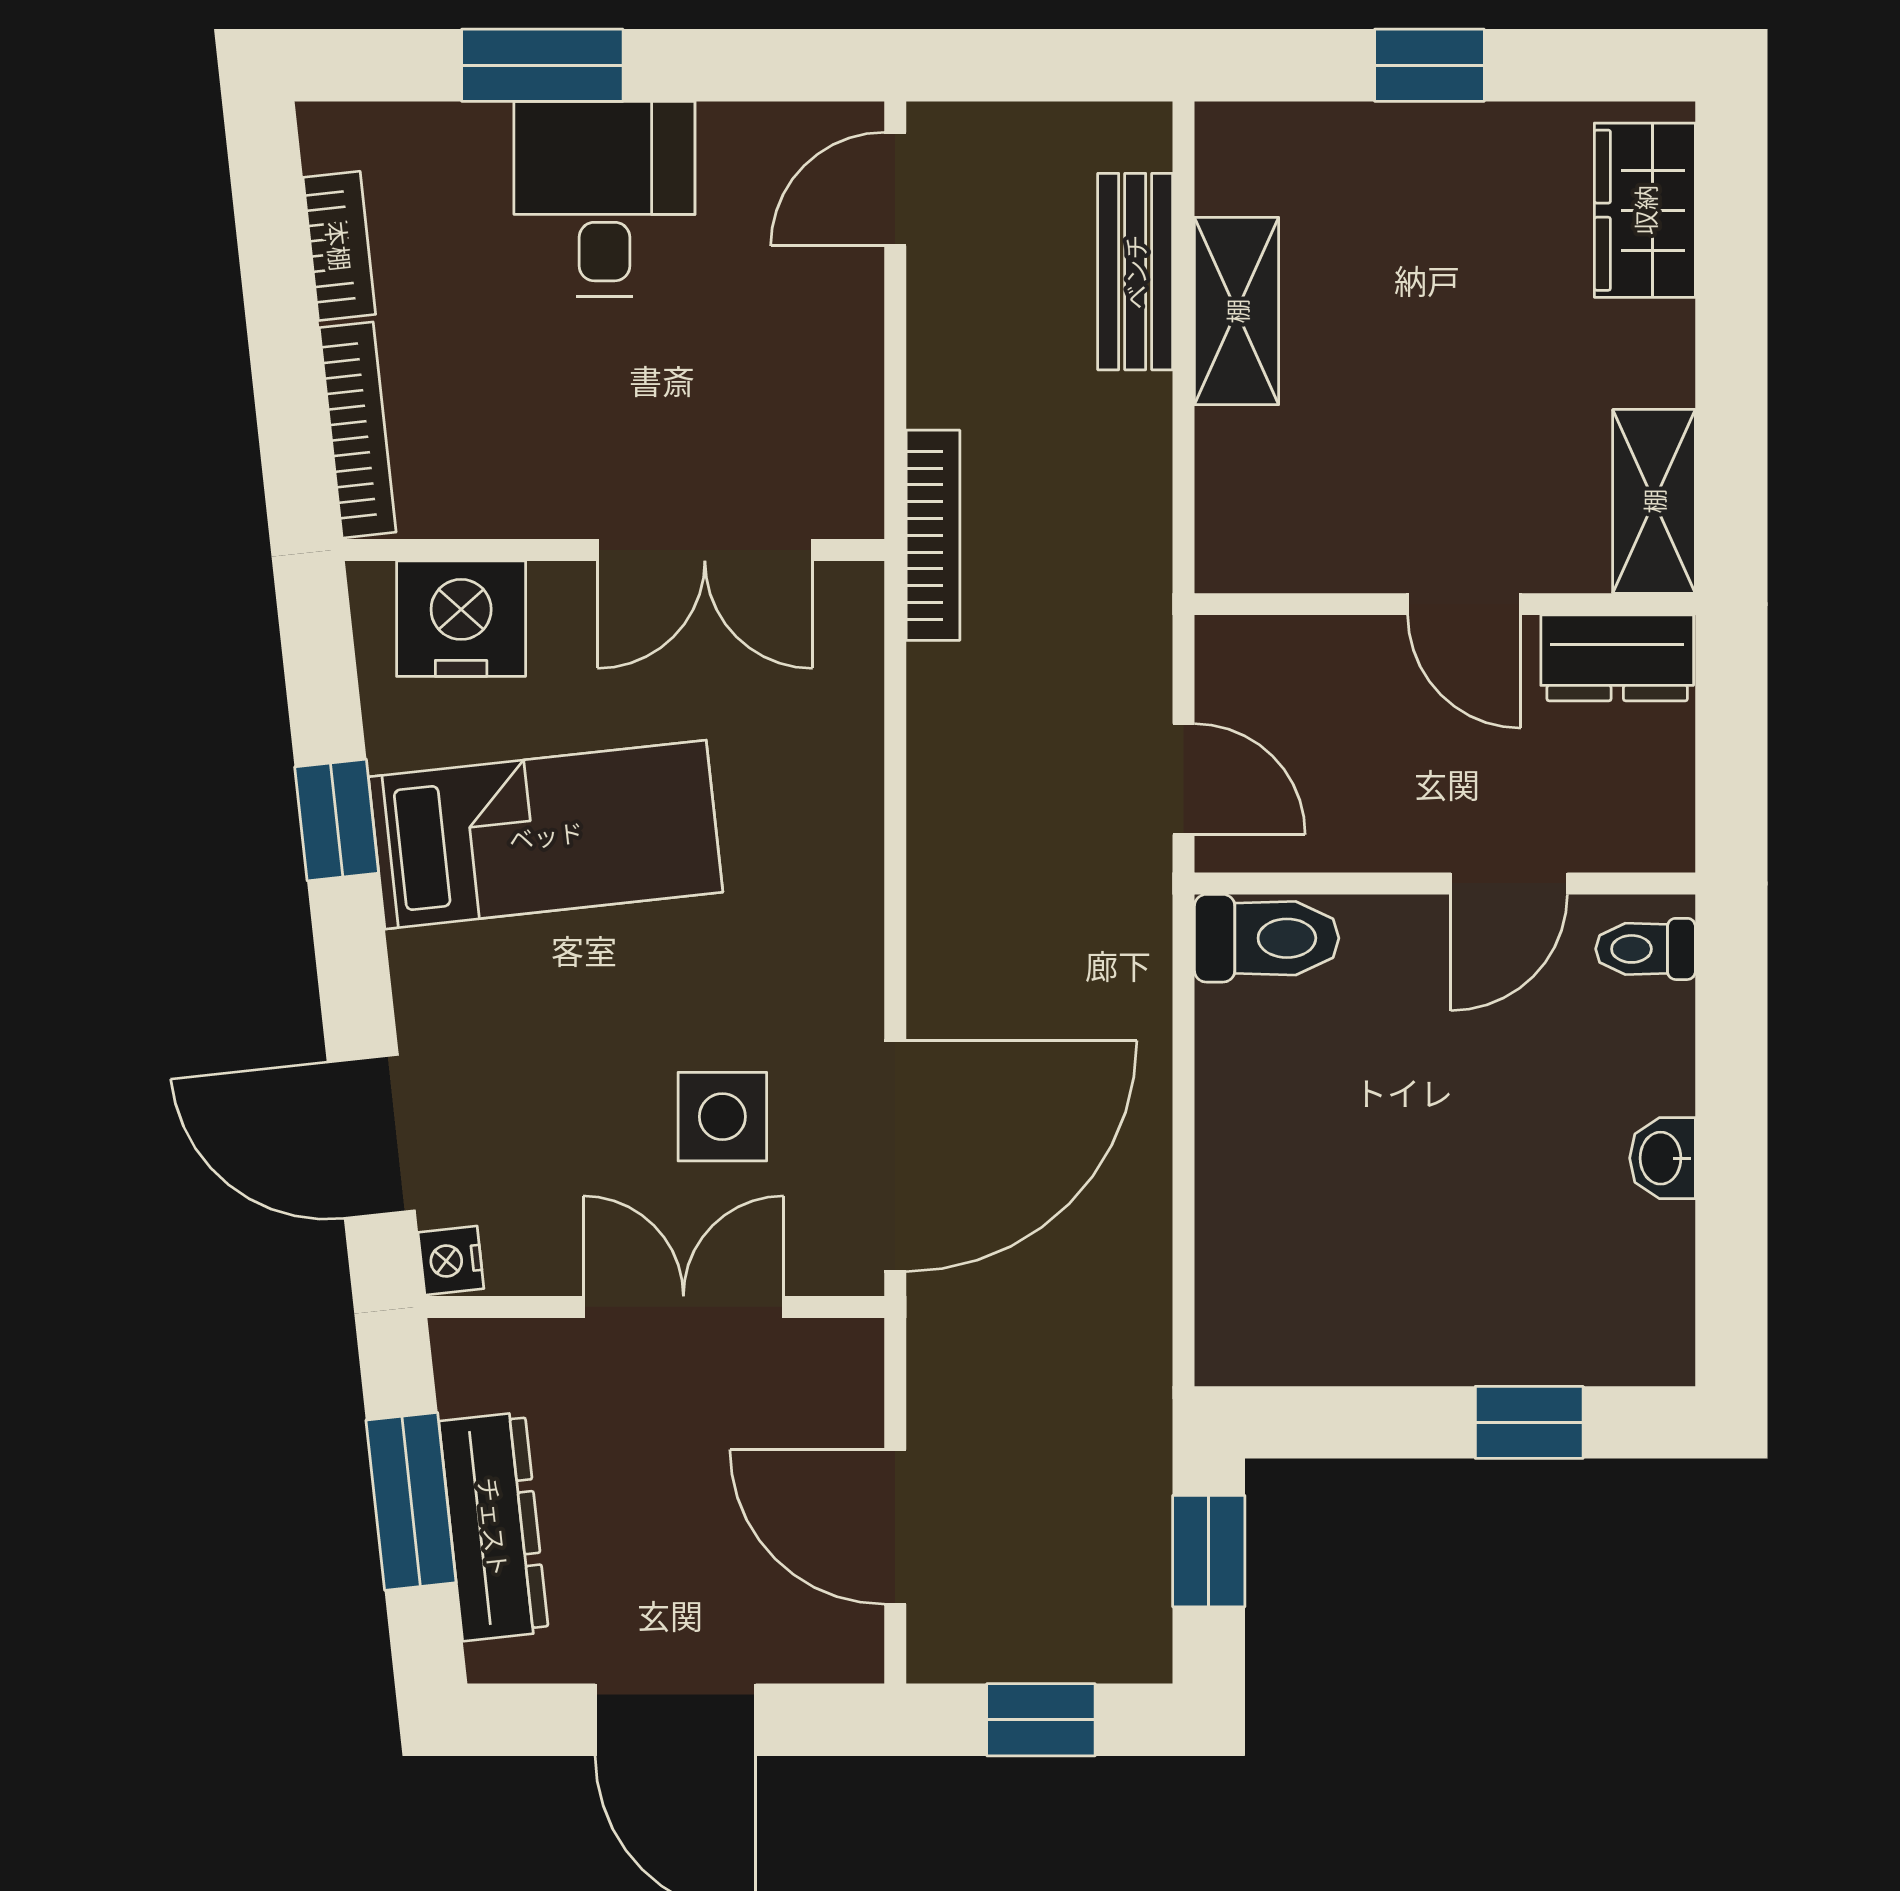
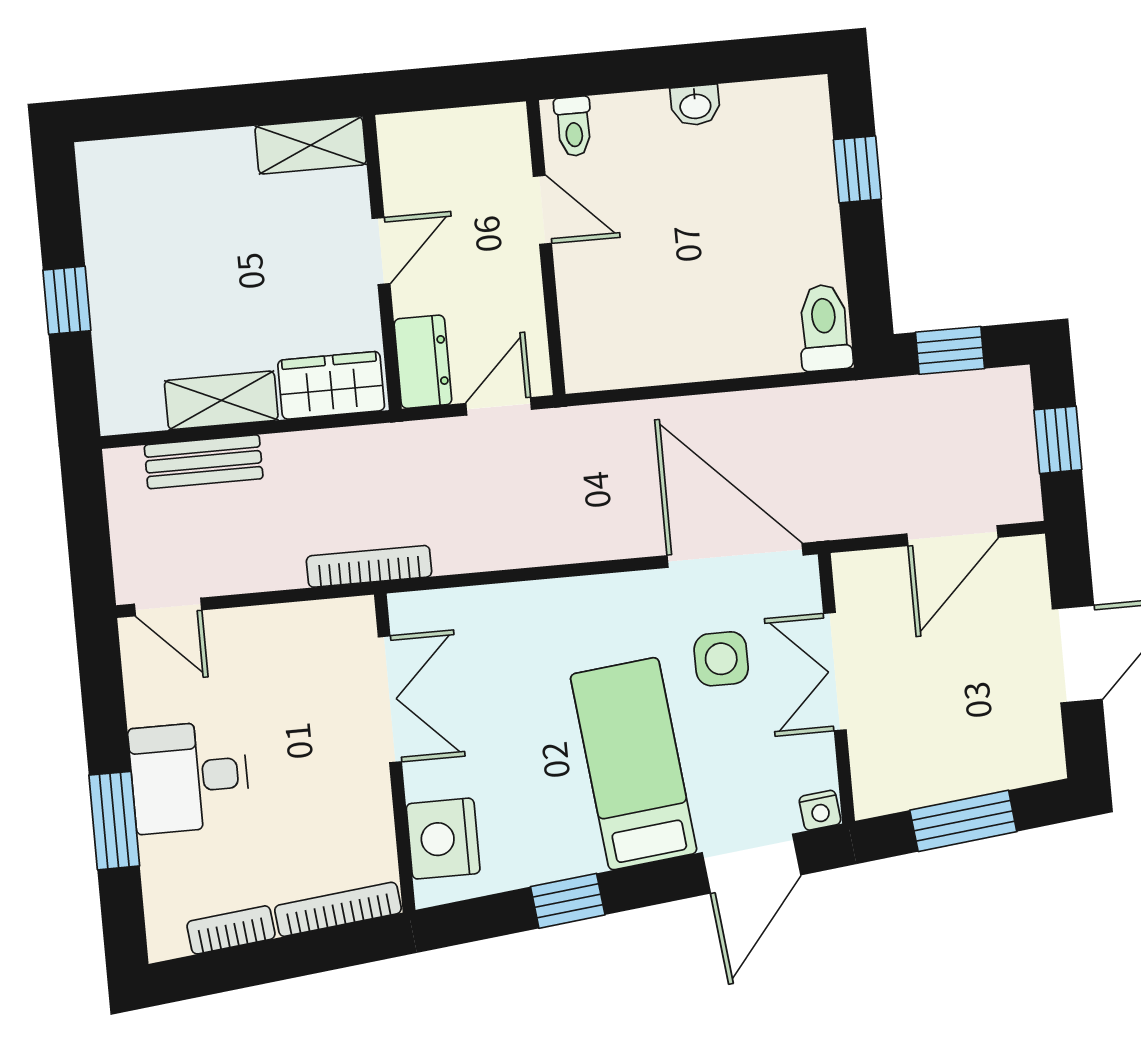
wardrobe: (1645, 210) -> (331, 385), moved, turned 180
dresser: (1617, 658) -> (423, 362), moved
bed: (546, 835) -> (634, 764), moved
toilet: (1267, 938) -> (824, 328), moved
dresser: (494, 1527) -> (974, 771), removed

